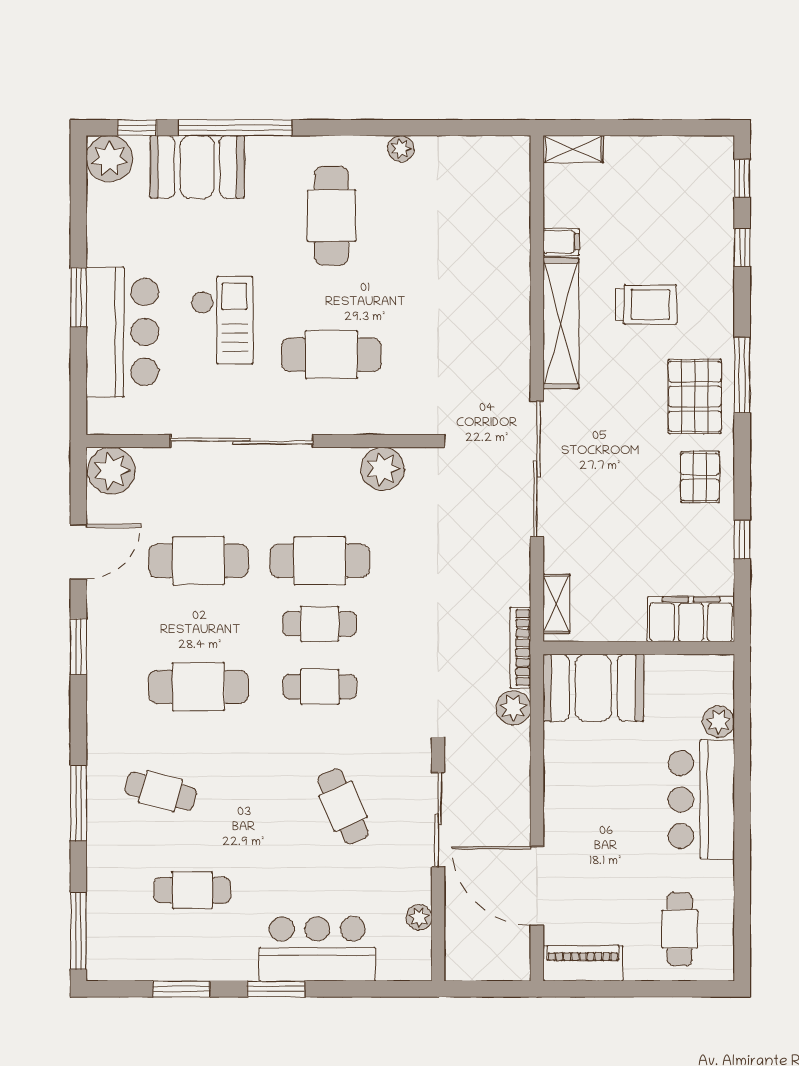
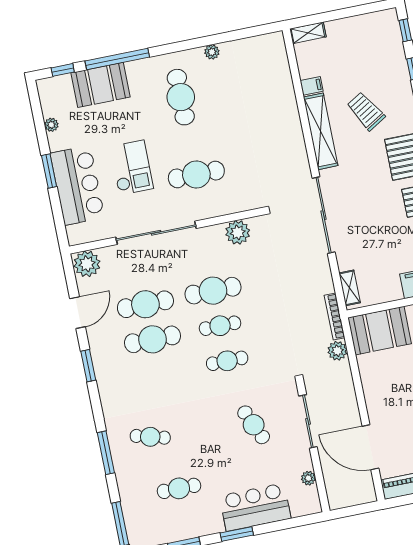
plant: (109, 159) -> (51, 125), moved, width x0.53, depth x0.53
trolley: (646, 304) -> (366, 111), turned -121
cafe table: (198, 687) -> (152, 339), moved

